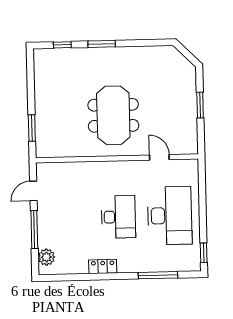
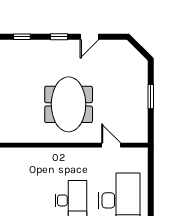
door: (134, 43) -> (89, 37), added
window: (102, 44) -> (59, 37), width x0.67

